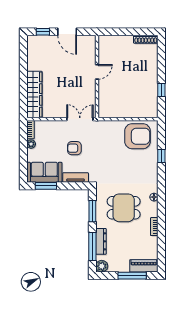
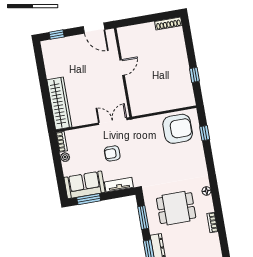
door: (67, 32) -> (94, 28), moved
window: (161, 156) -> (205, 133), moved

